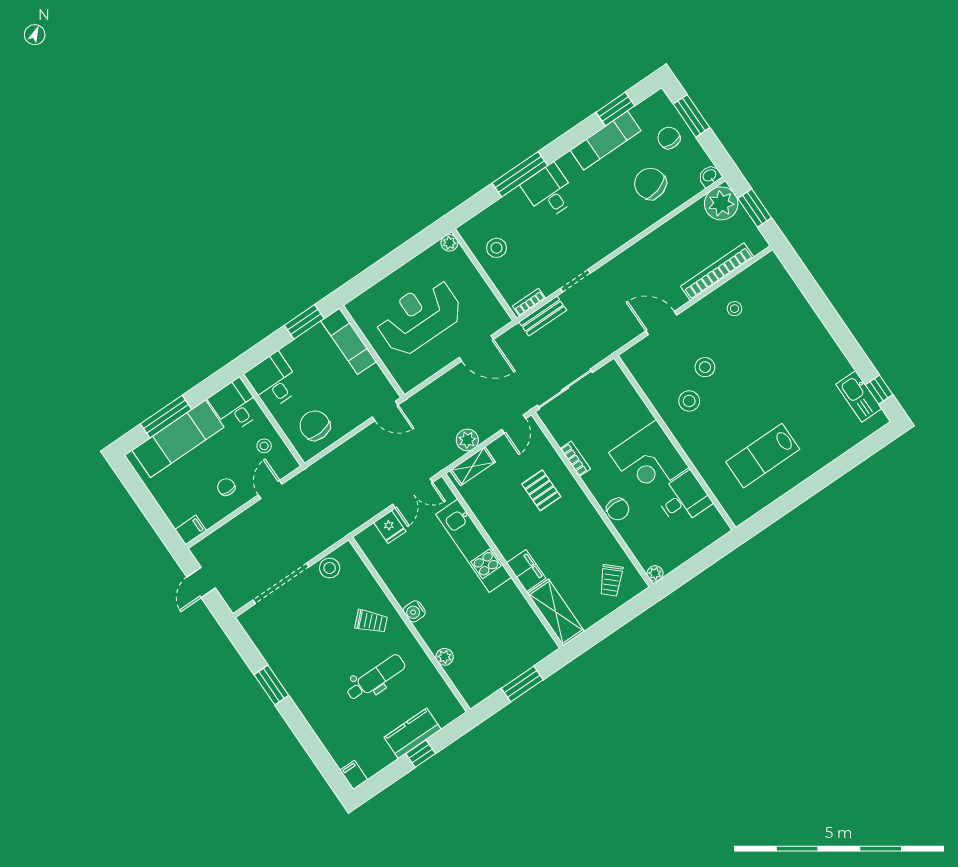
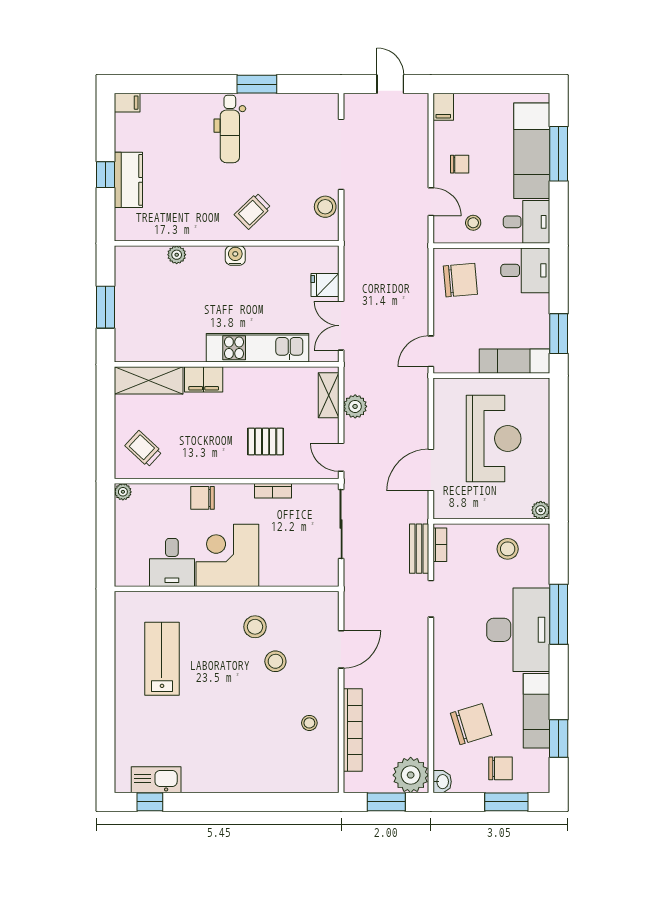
desk: (549, 192) -> (518, 630), width x1.87, depth x1.30
dental chair: (376, 678) -> (230, 129), moved

